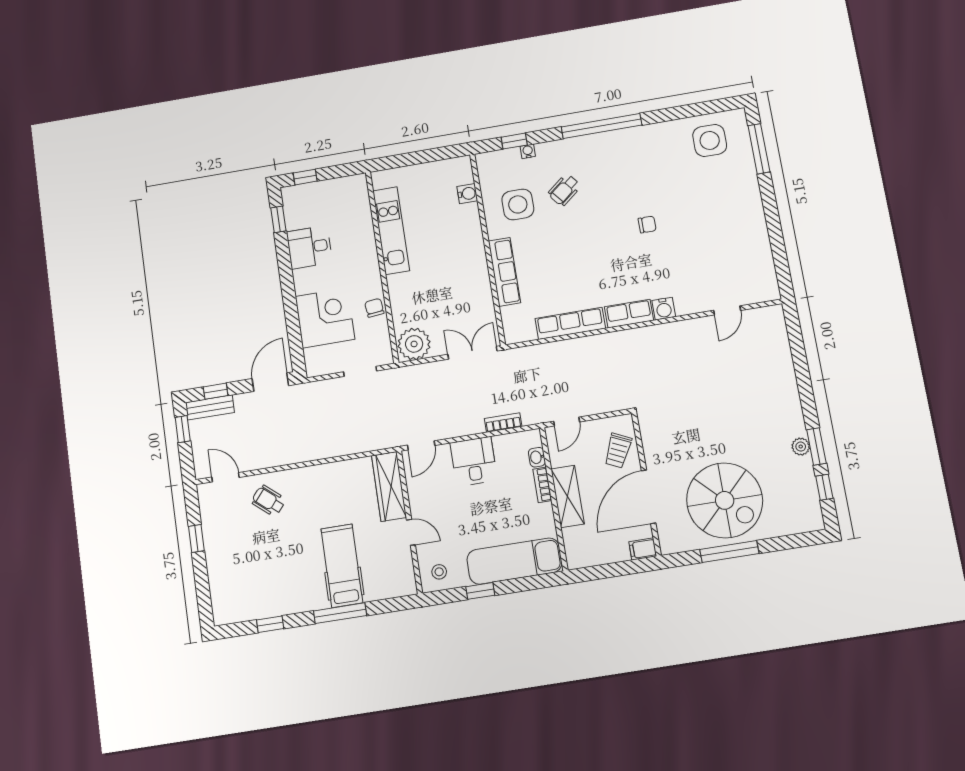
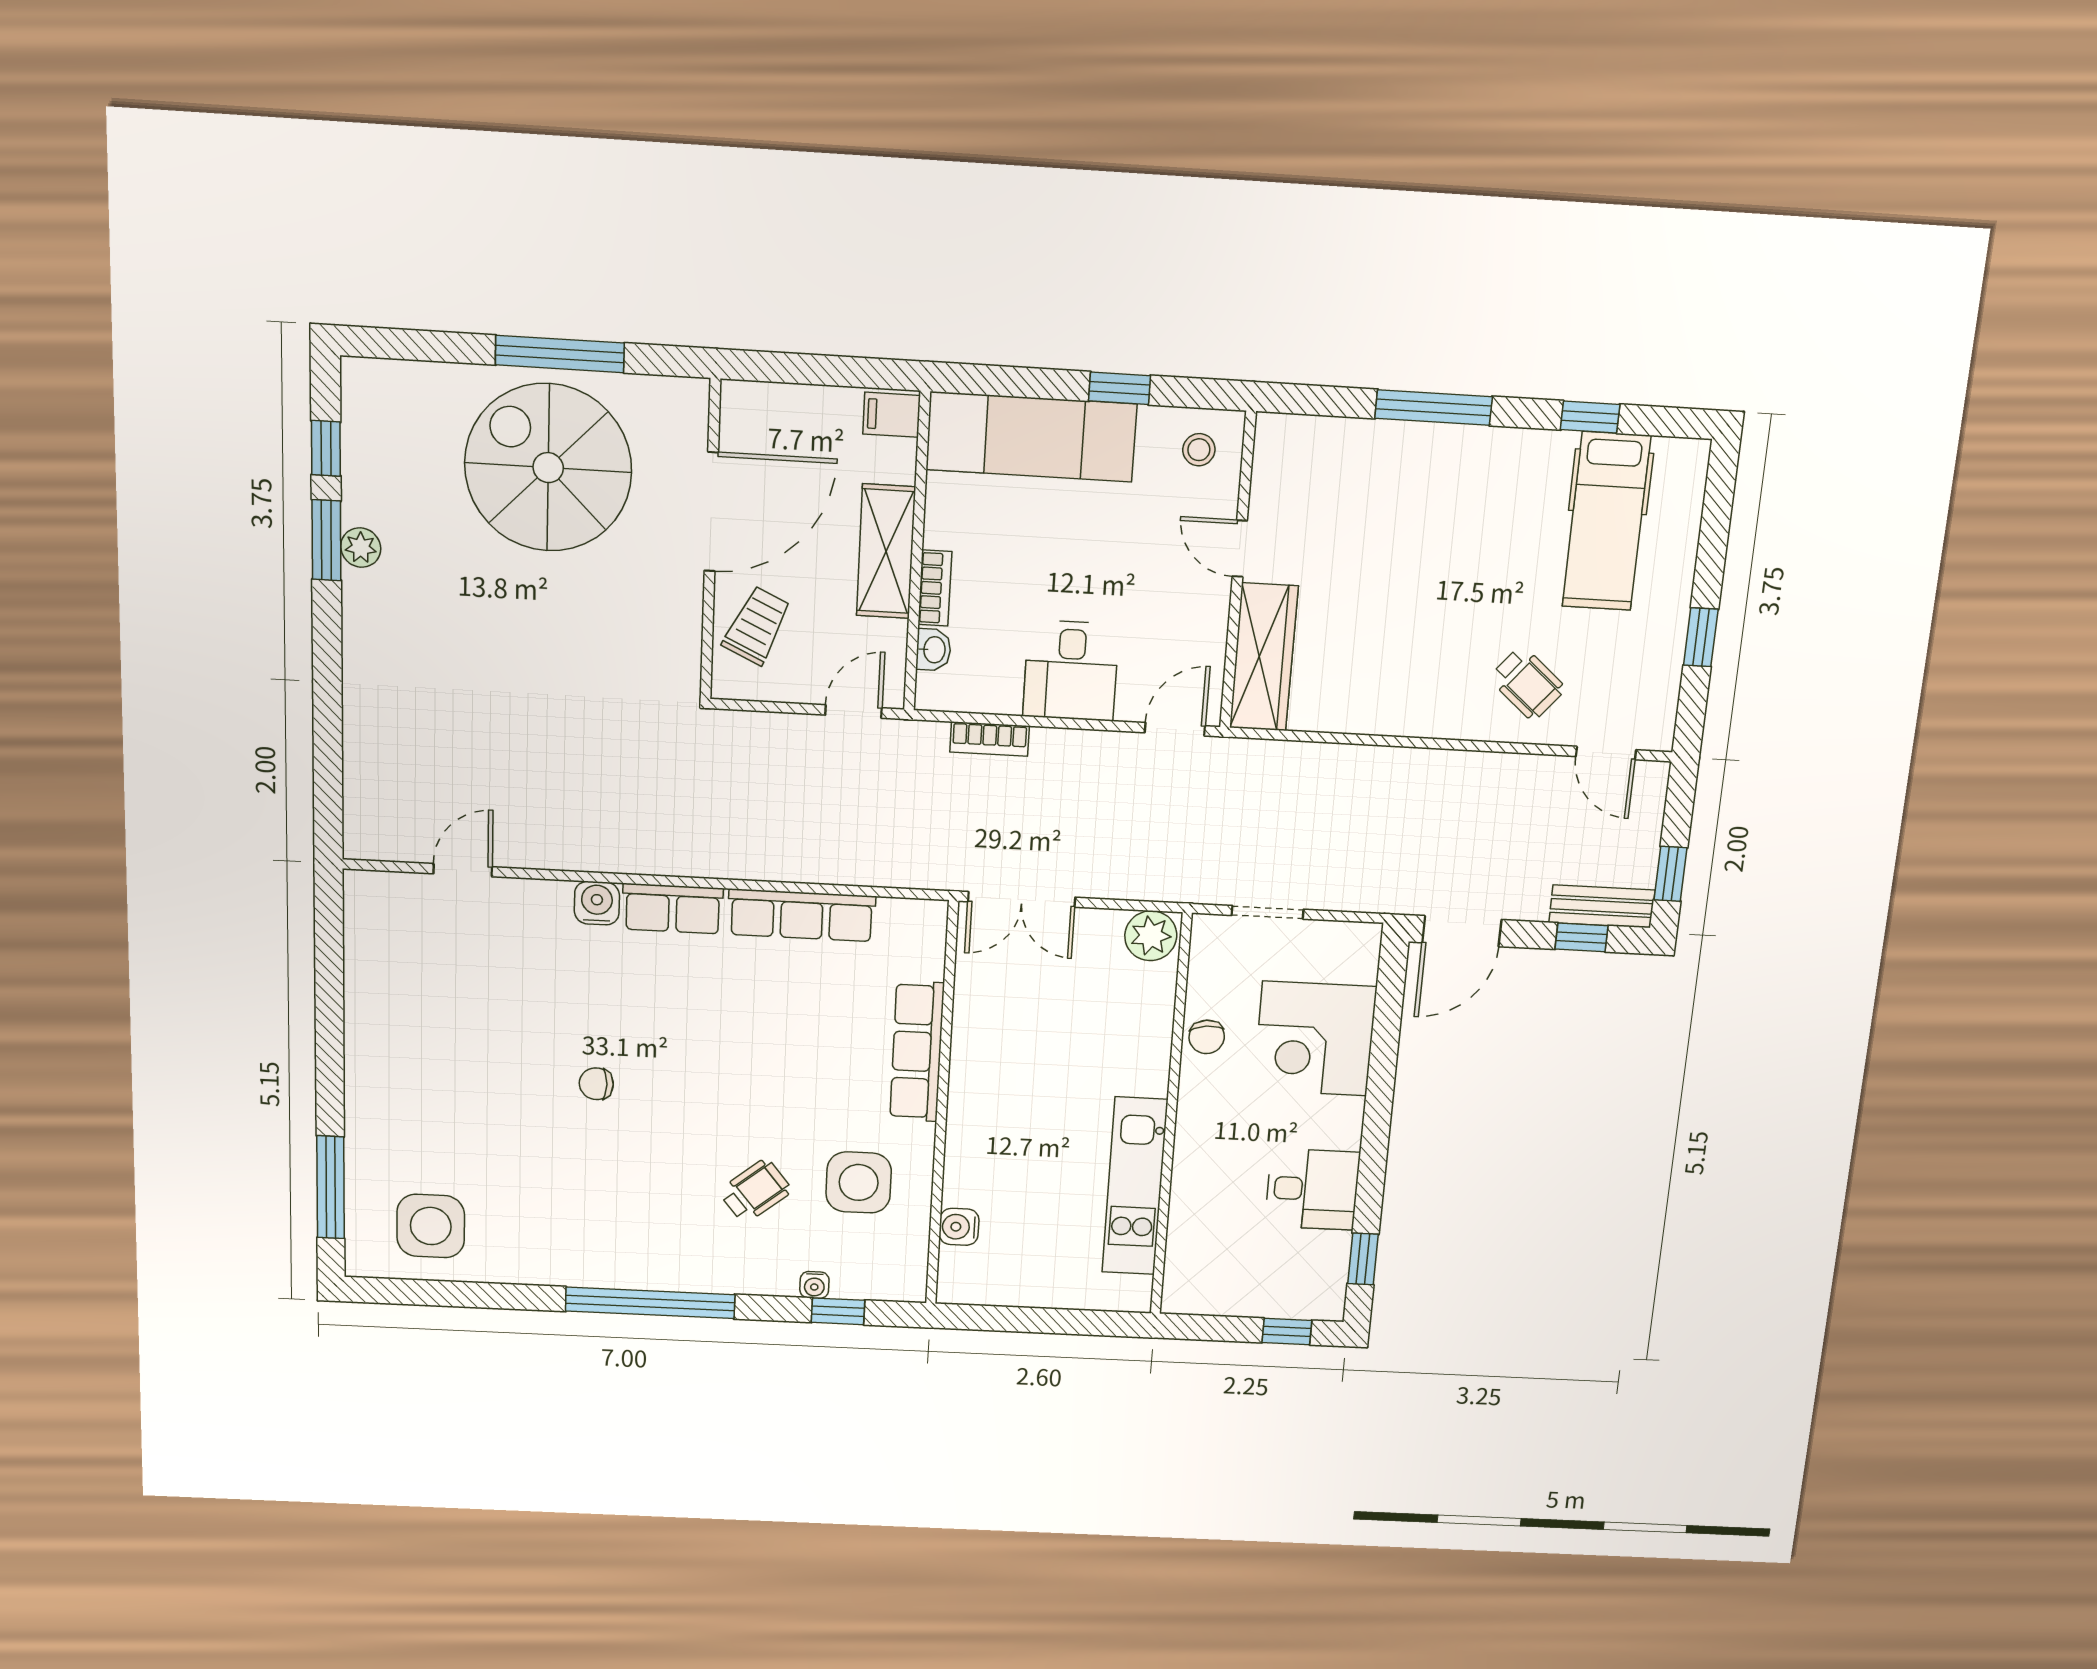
plant: (414, 344) -> (1151, 936), width x0.73, depth x0.73
filing cabinet: (643, 549) -> (892, 415), moved, turned 180
hospital bed: (342, 566) -> (1606, 521), moved

